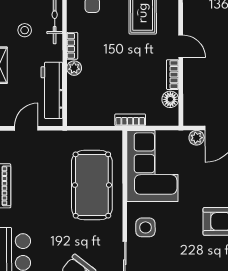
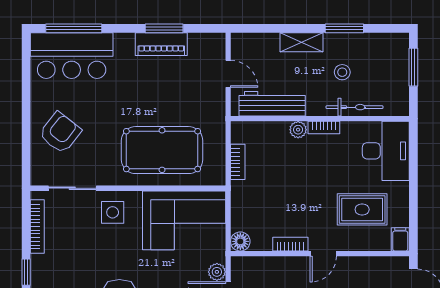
floor lamp: (170, 99) -> (240, 241), moved
bookcase: (130, 120) -> (238, 162), moved

